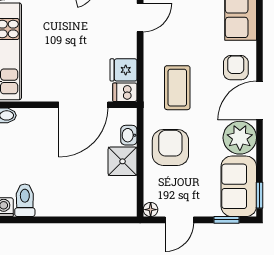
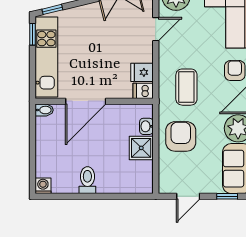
door: (83, 105) -> (86, 101), moved
toilet: (25, 200) -> (87, 180), moved
floor lamp: (151, 210) -> (164, 188), removed

